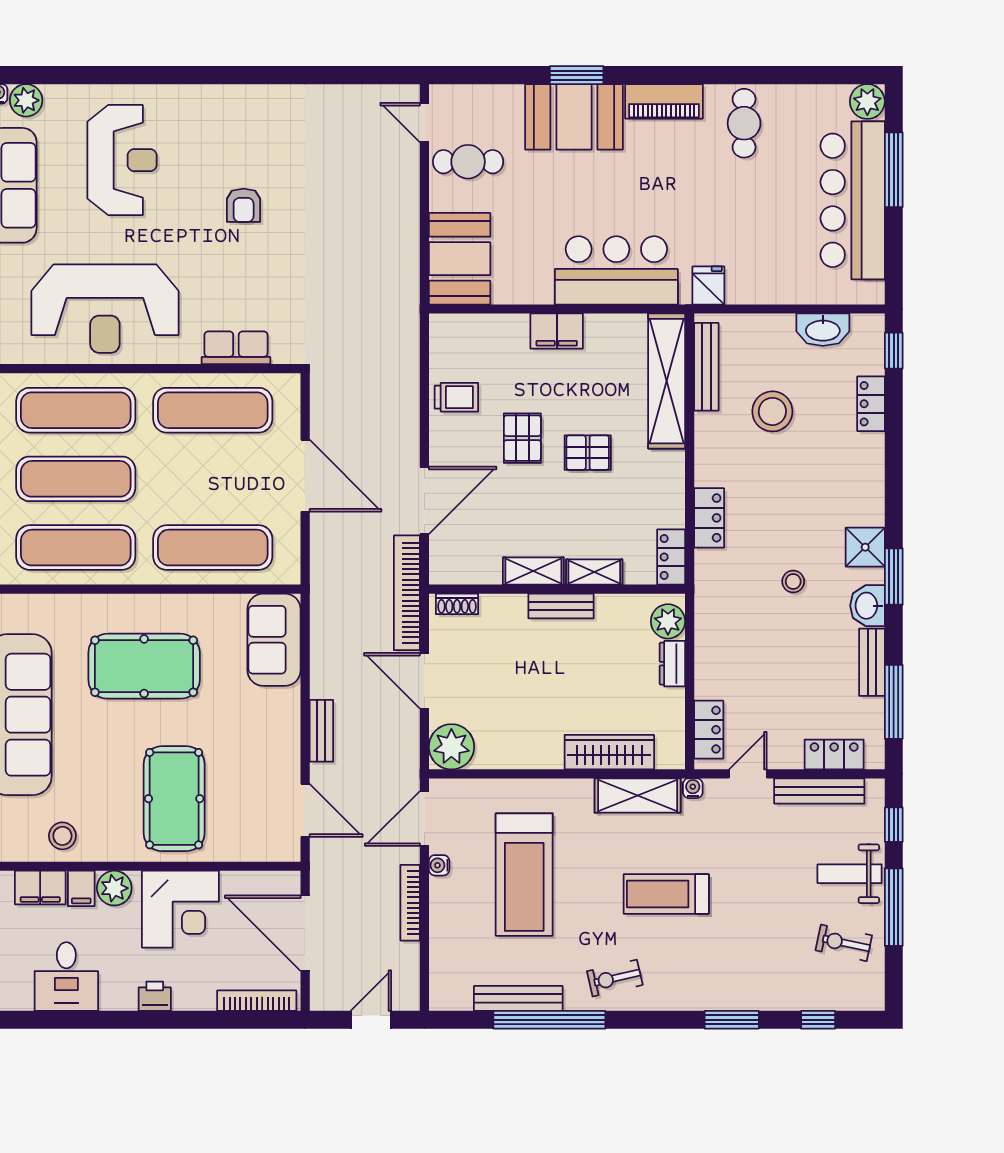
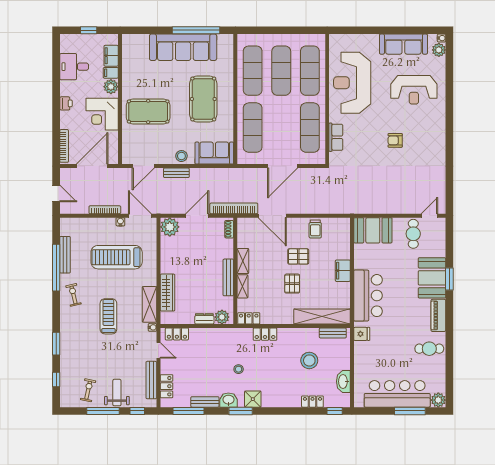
bench: (706, 367) -> (333, 333), width x0.73
bench: (561, 606) -> (228, 277), width x1.36
stool: (62, 836) -> (181, 156), moved

